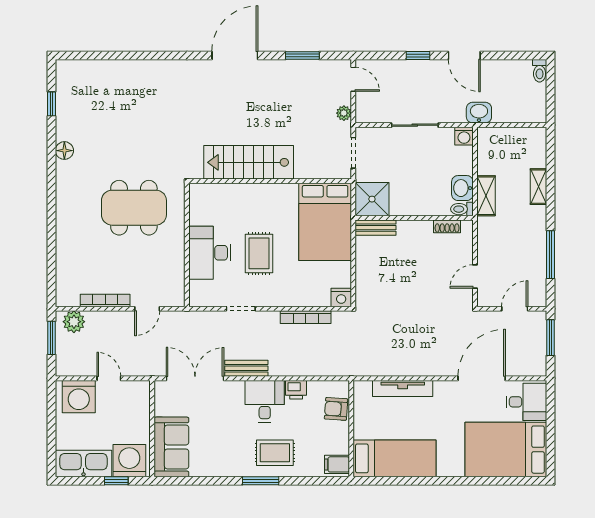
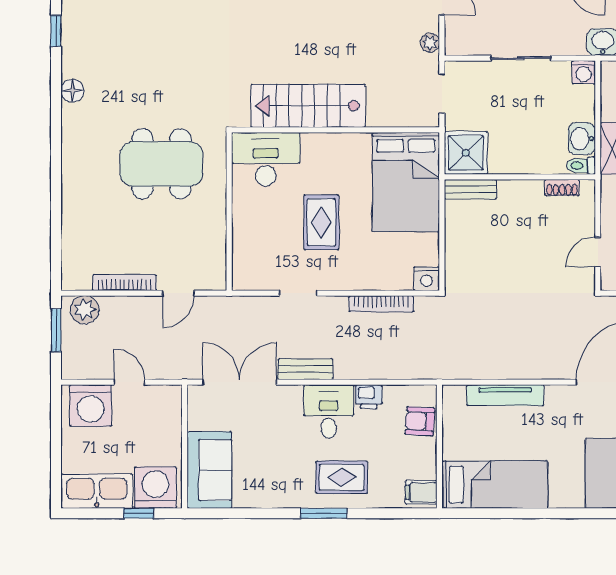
desk: (210, 253) -> (266, 159), moved, turned 90

